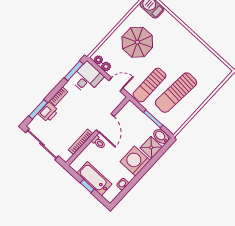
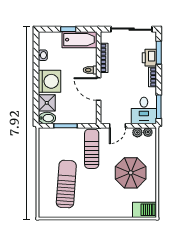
sun lounger: (176, 93) -> (66, 184), moved
bathtub: (94, 179) -> (80, 40), moved

